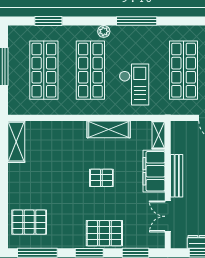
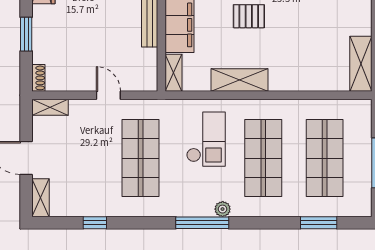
plant: (104, 31) -> (223, 209), moved
checkout: (134, 84) -> (206, 139), turned 180

